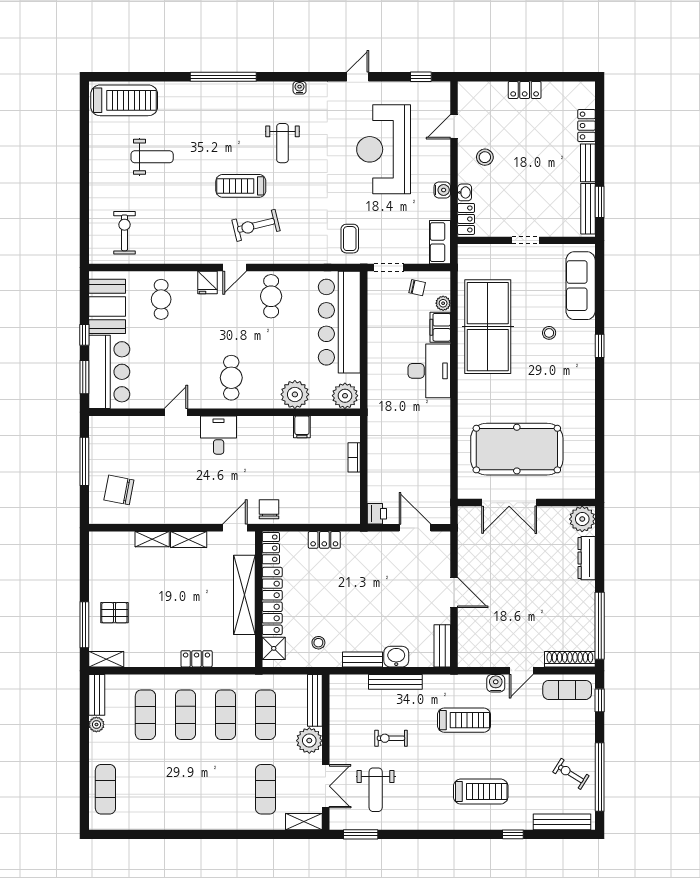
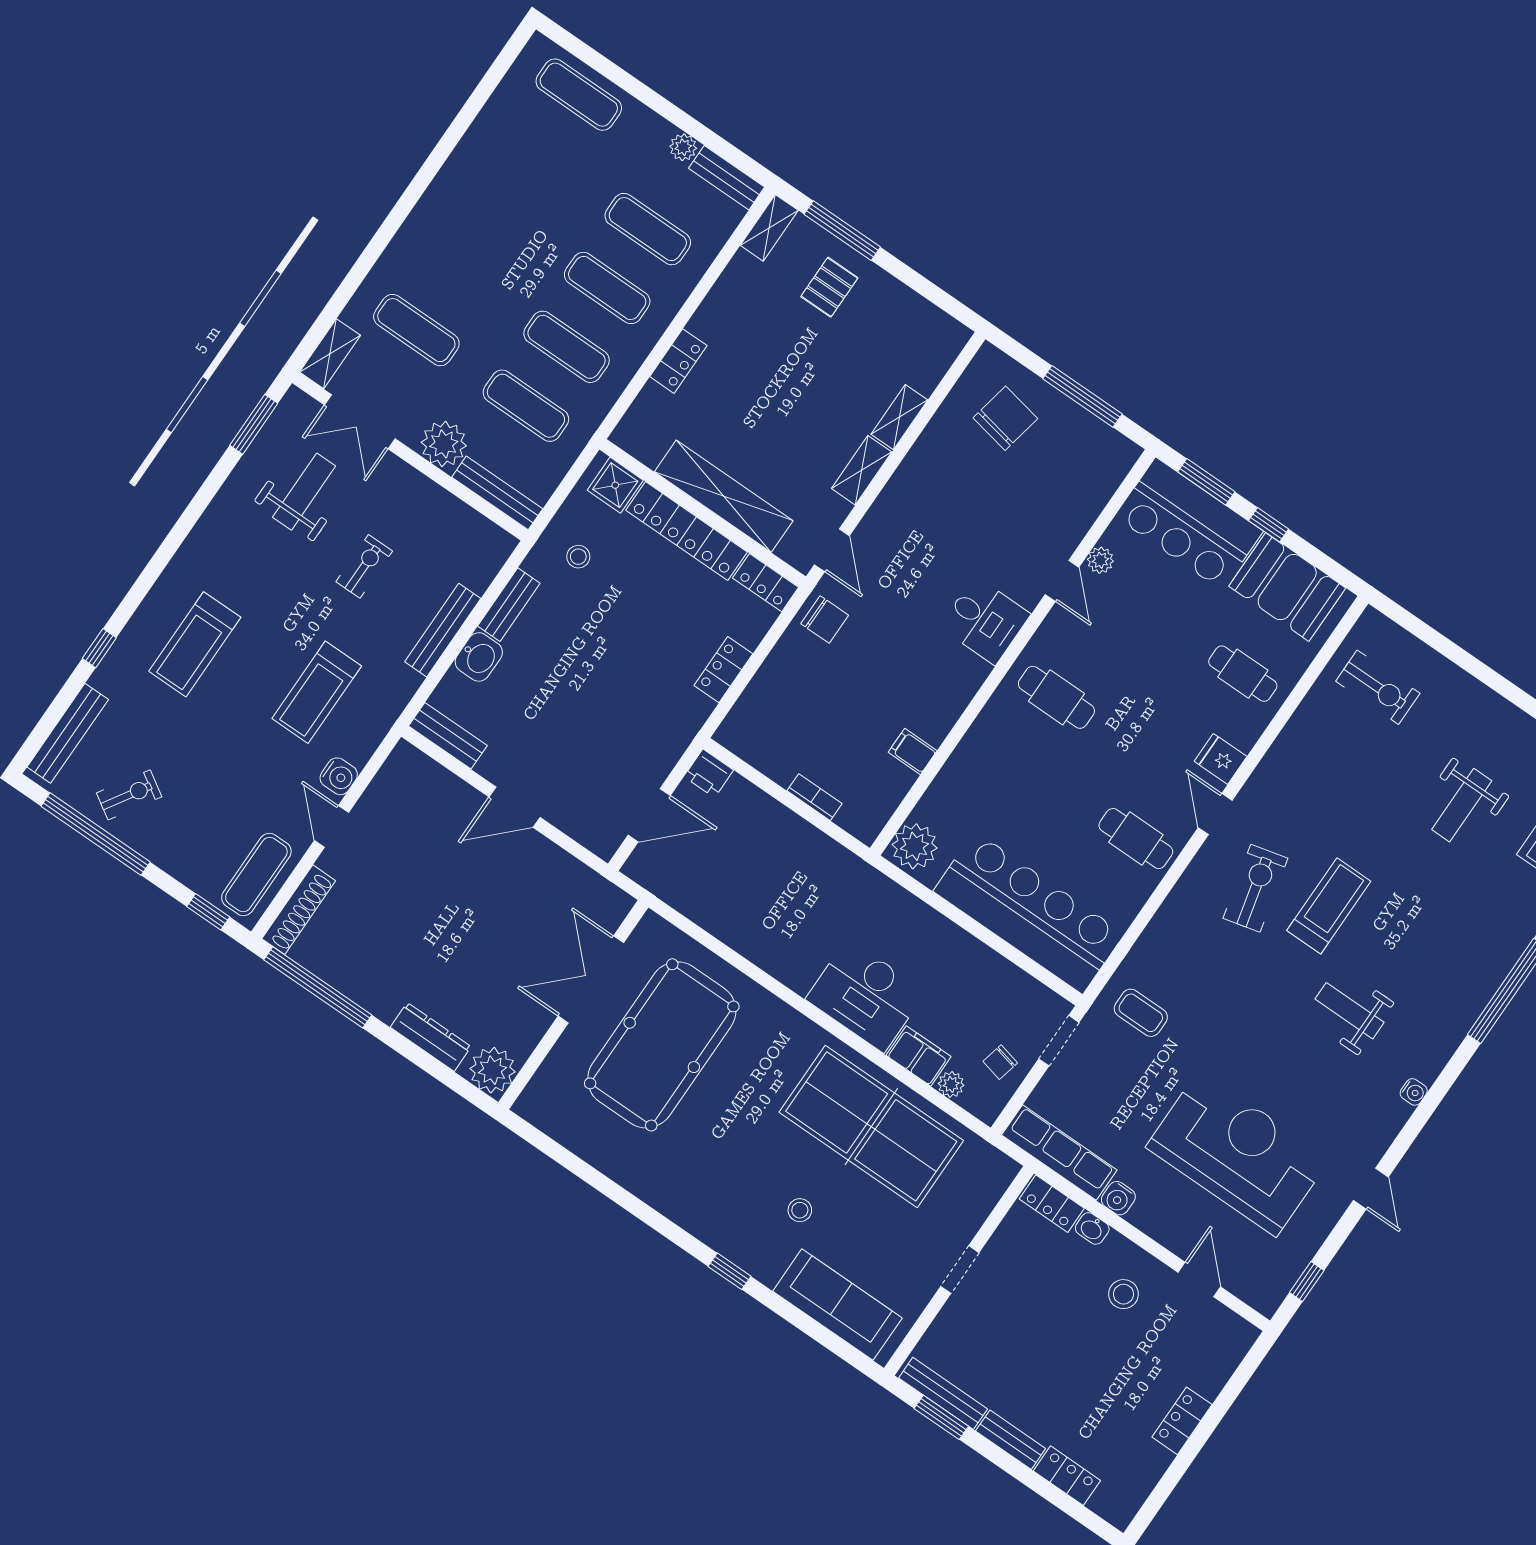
row of seats: (440, 242) -> (1059, 1153), width x1.48
plant: (295, 394) -> (1100, 560), moved, width x0.53, depth x0.53
weight bench: (376, 790) -> (304, 492), turned 90

